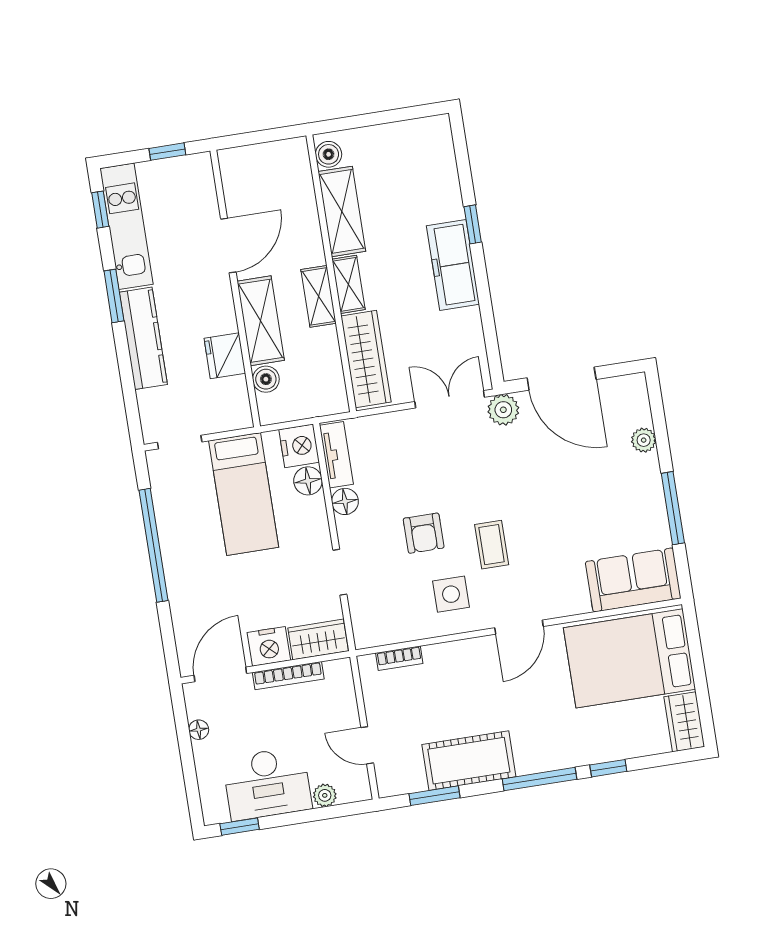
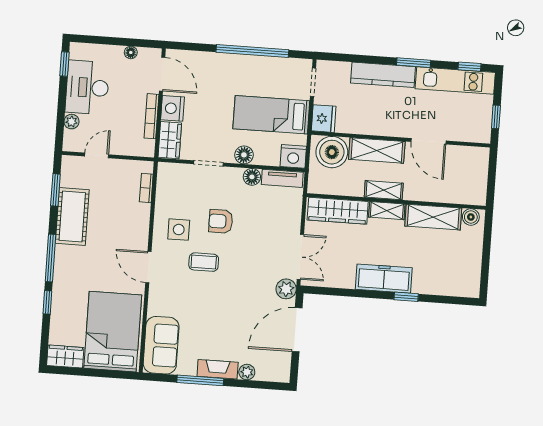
fridge: (225, 356) -> (324, 119), moved, turned 90
boiler: (266, 379) -> (332, 152), width x1.86, depth x1.86
floor lamp: (308, 481) -> (244, 155), moved
fireplace: (650, 486) -> (218, 369), added

